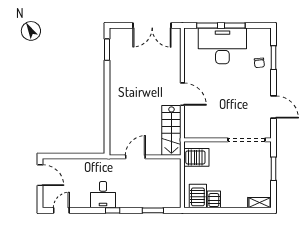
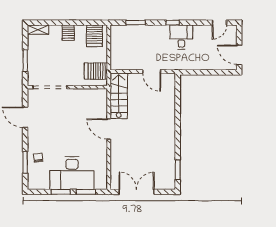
door: (135, 157) -> (152, 72), hinge flipped
server rack: (214, 199) -> (68, 33), moved

